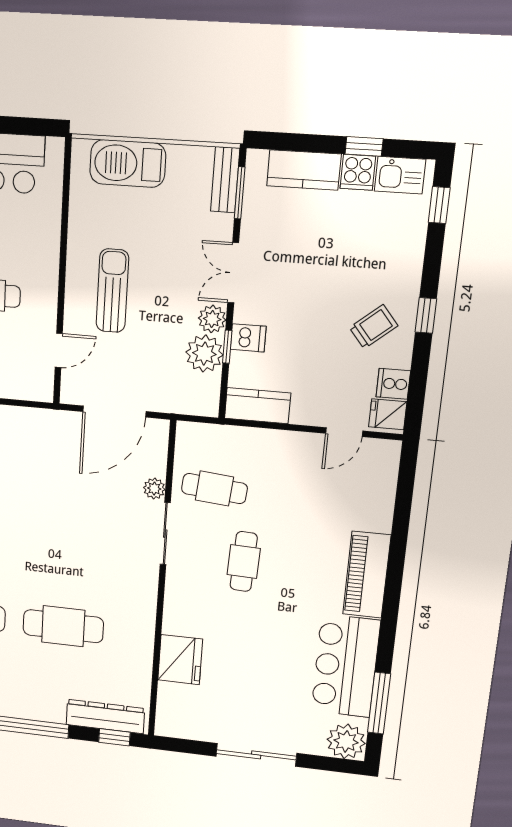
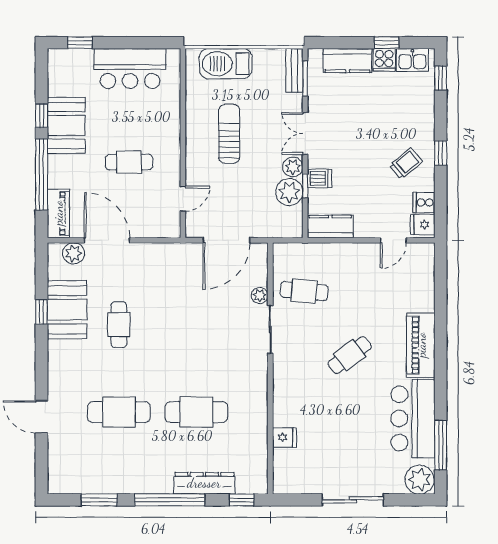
sun lounger: (112, 291) -> (229, 134), moved
cafe table: (244, 562) -> (350, 355), moved, turned 51
fridge: (180, 660) -> (284, 437), width x0.53, depth x0.75
dresser: (105, 716) -> (204, 483), moved

